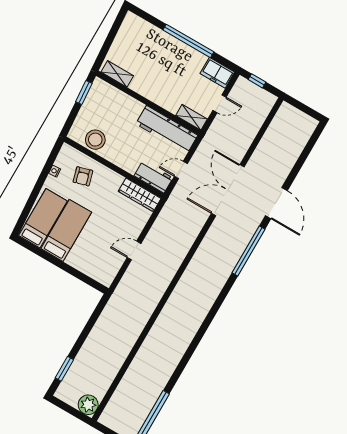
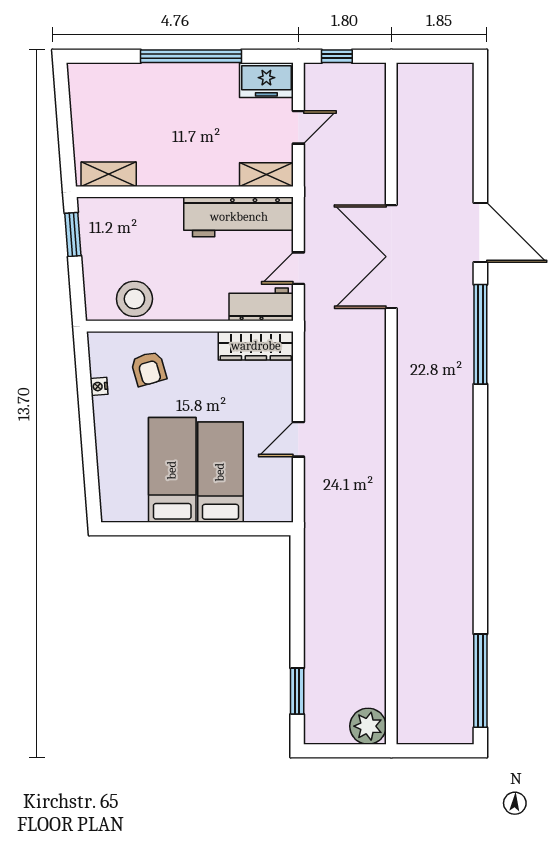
bed: (43, 218) -> (220, 472), moved

